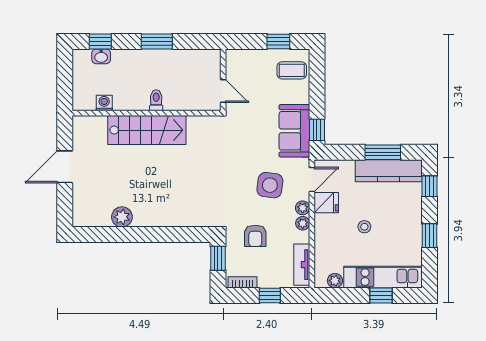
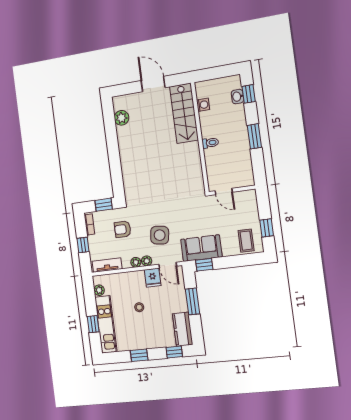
door: (223, 91) -> (224, 191), hinge flipped
stairs: (147, 130) -> (184, 113), moved
window: (383, 152) -> (193, 301), moved
kitchen counter: (389, 171) -> (183, 329), width x0.67
plant: (122, 217) -> (121, 118), moved

